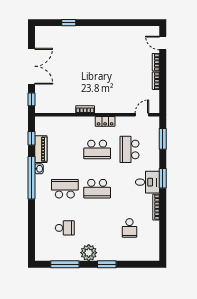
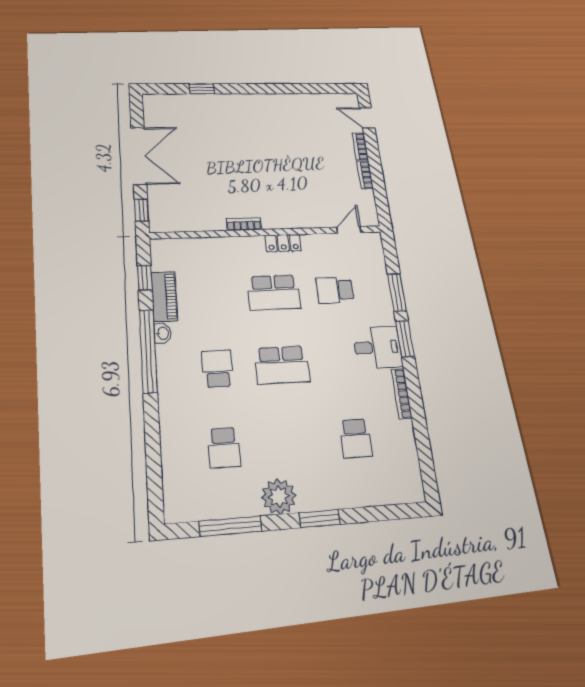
window: (163, 139) -> (397, 292), moved
school desk: (129, 149) -> (335, 290), width x0.54
school desk: (65, 189) -> (217, 369), width x0.54
school desk: (65, 228) -> (224, 448), turned 90

